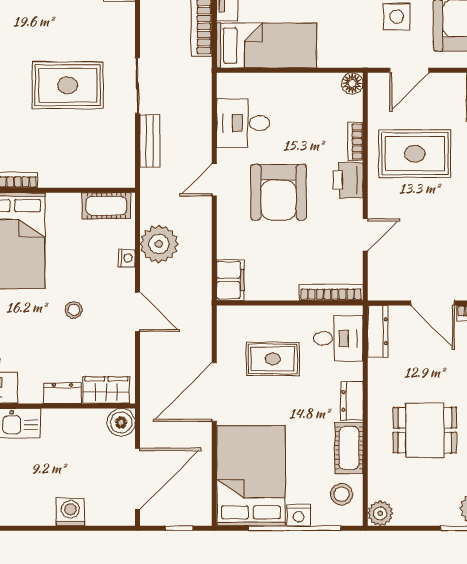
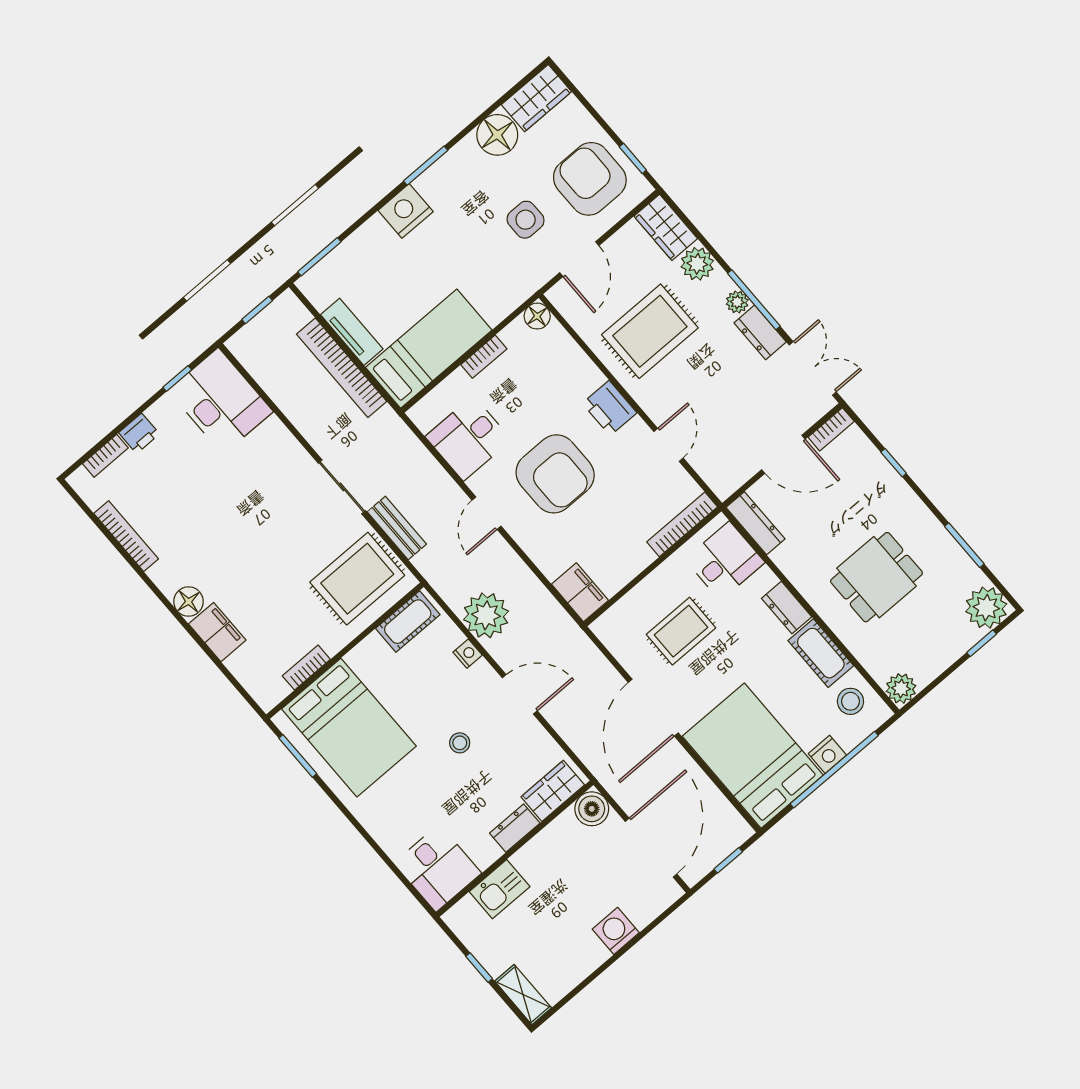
rug: (68, 85) -> (357, 579), moved
bookcase: (355, 142) -> (484, 357), moved, turned -90

